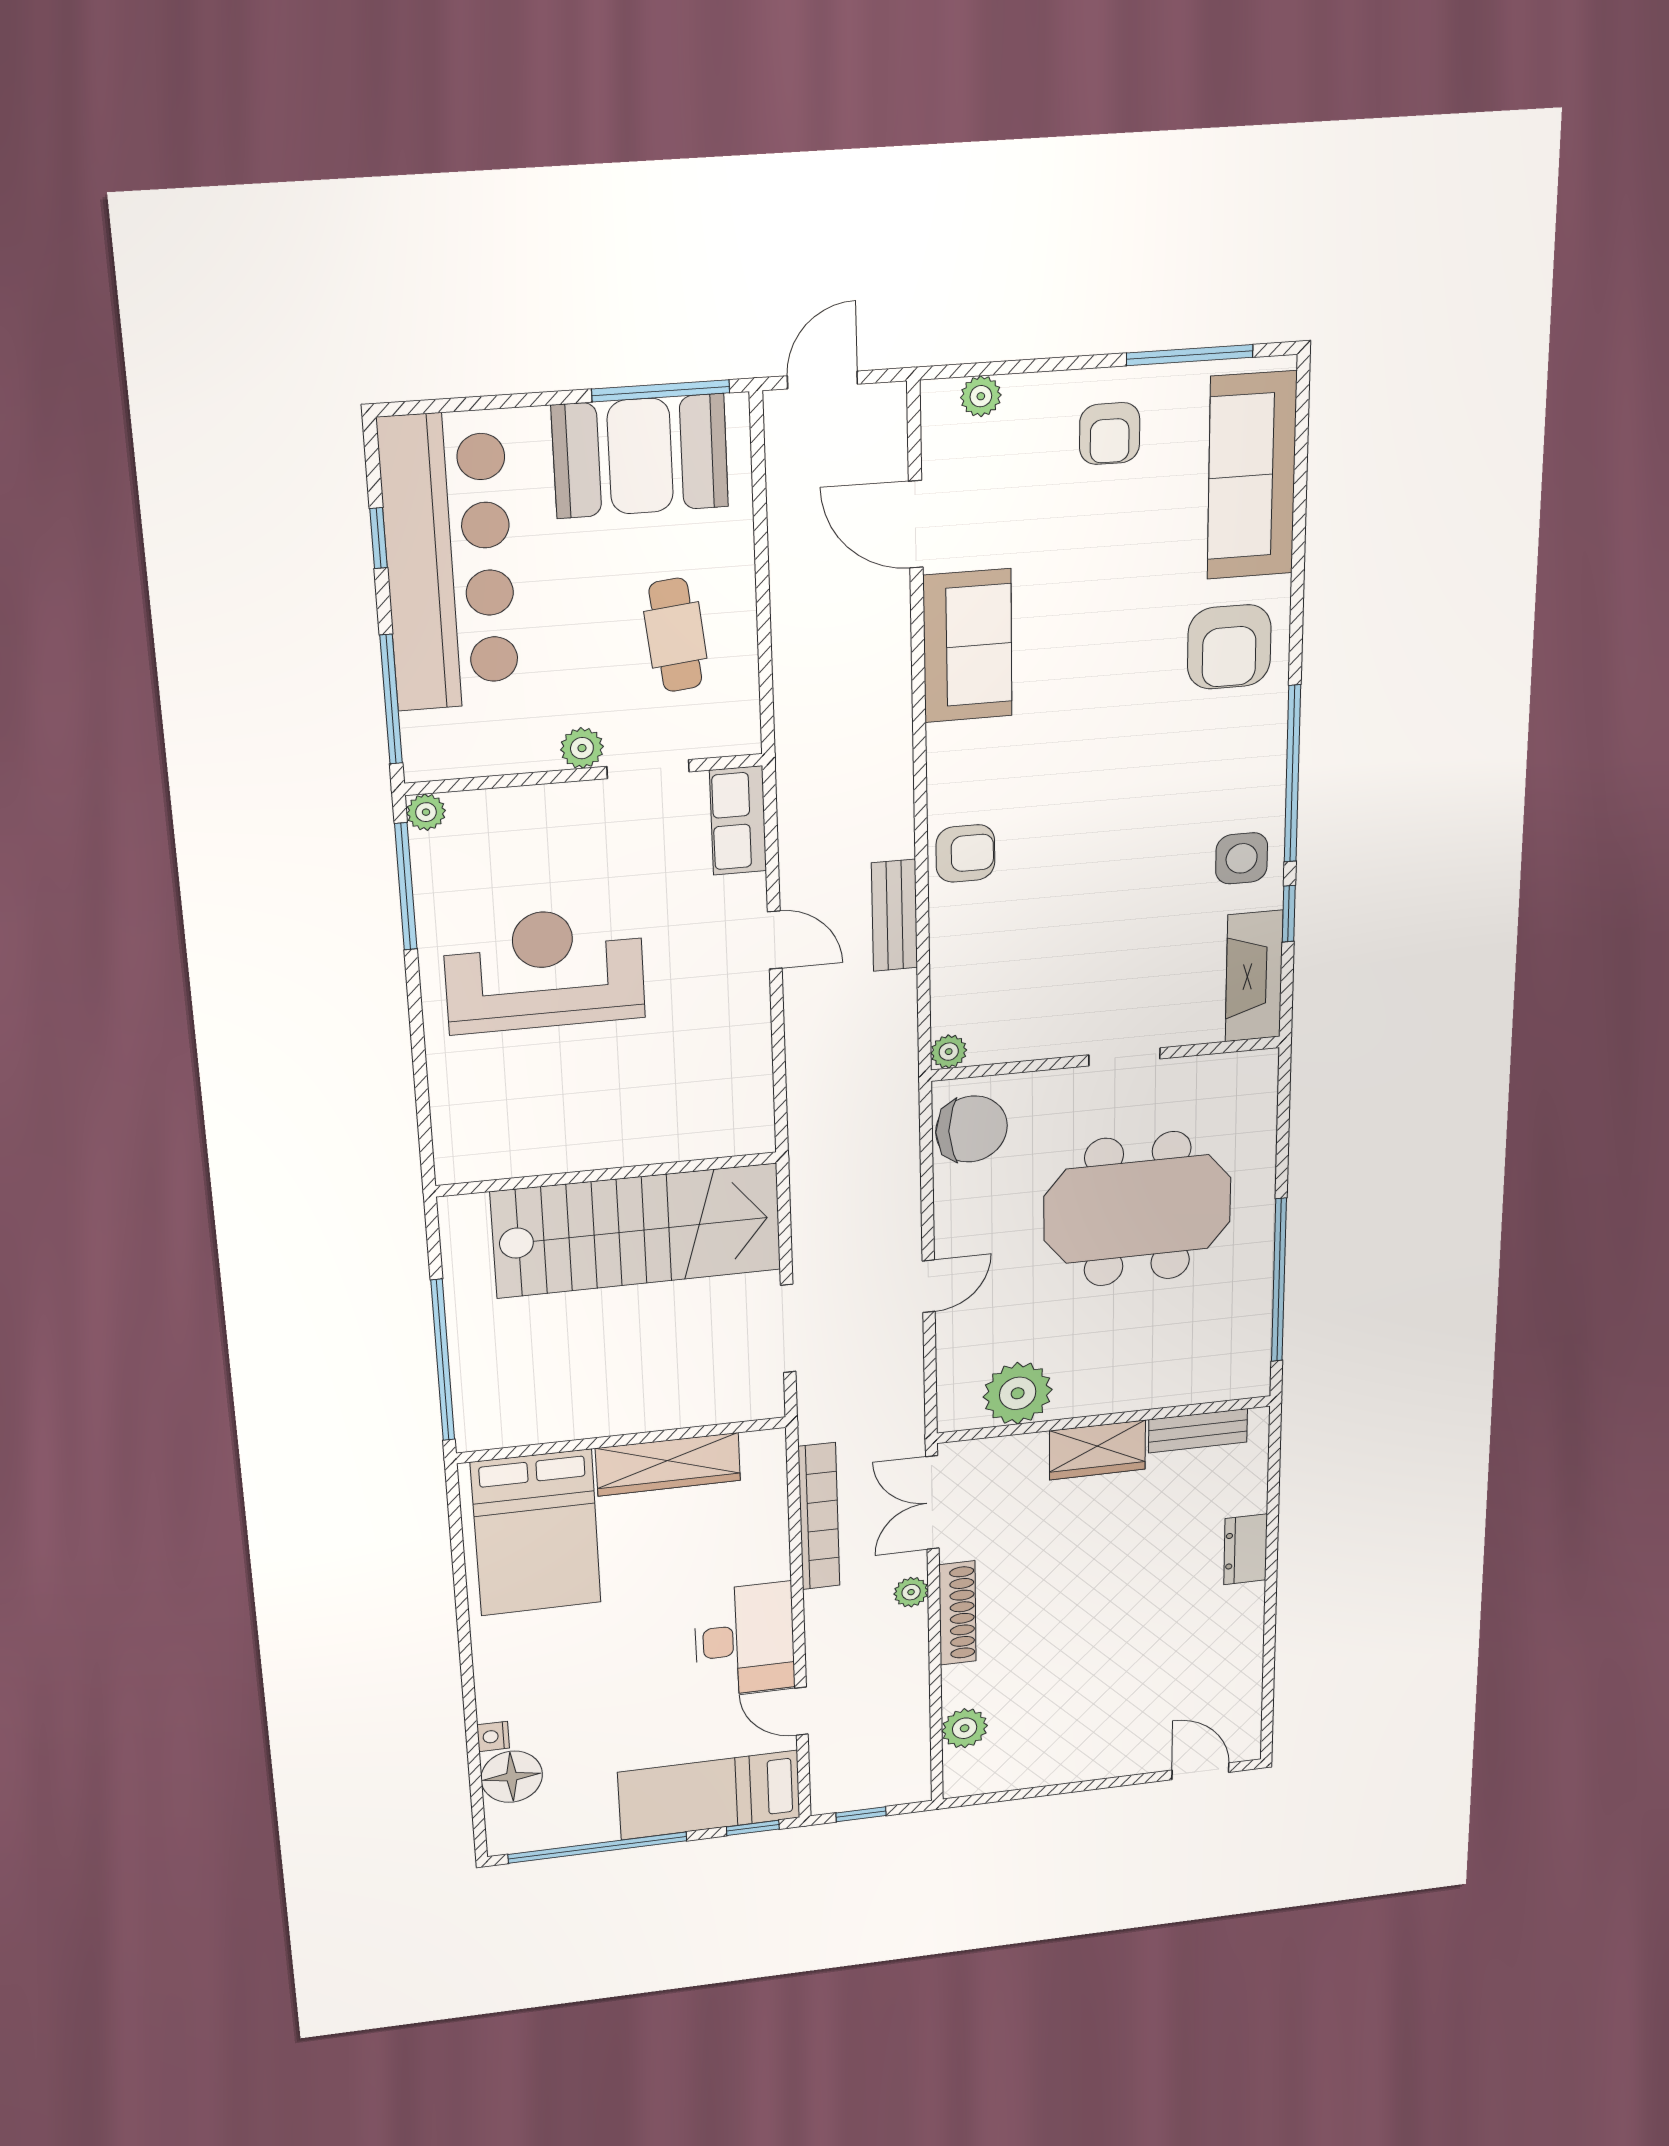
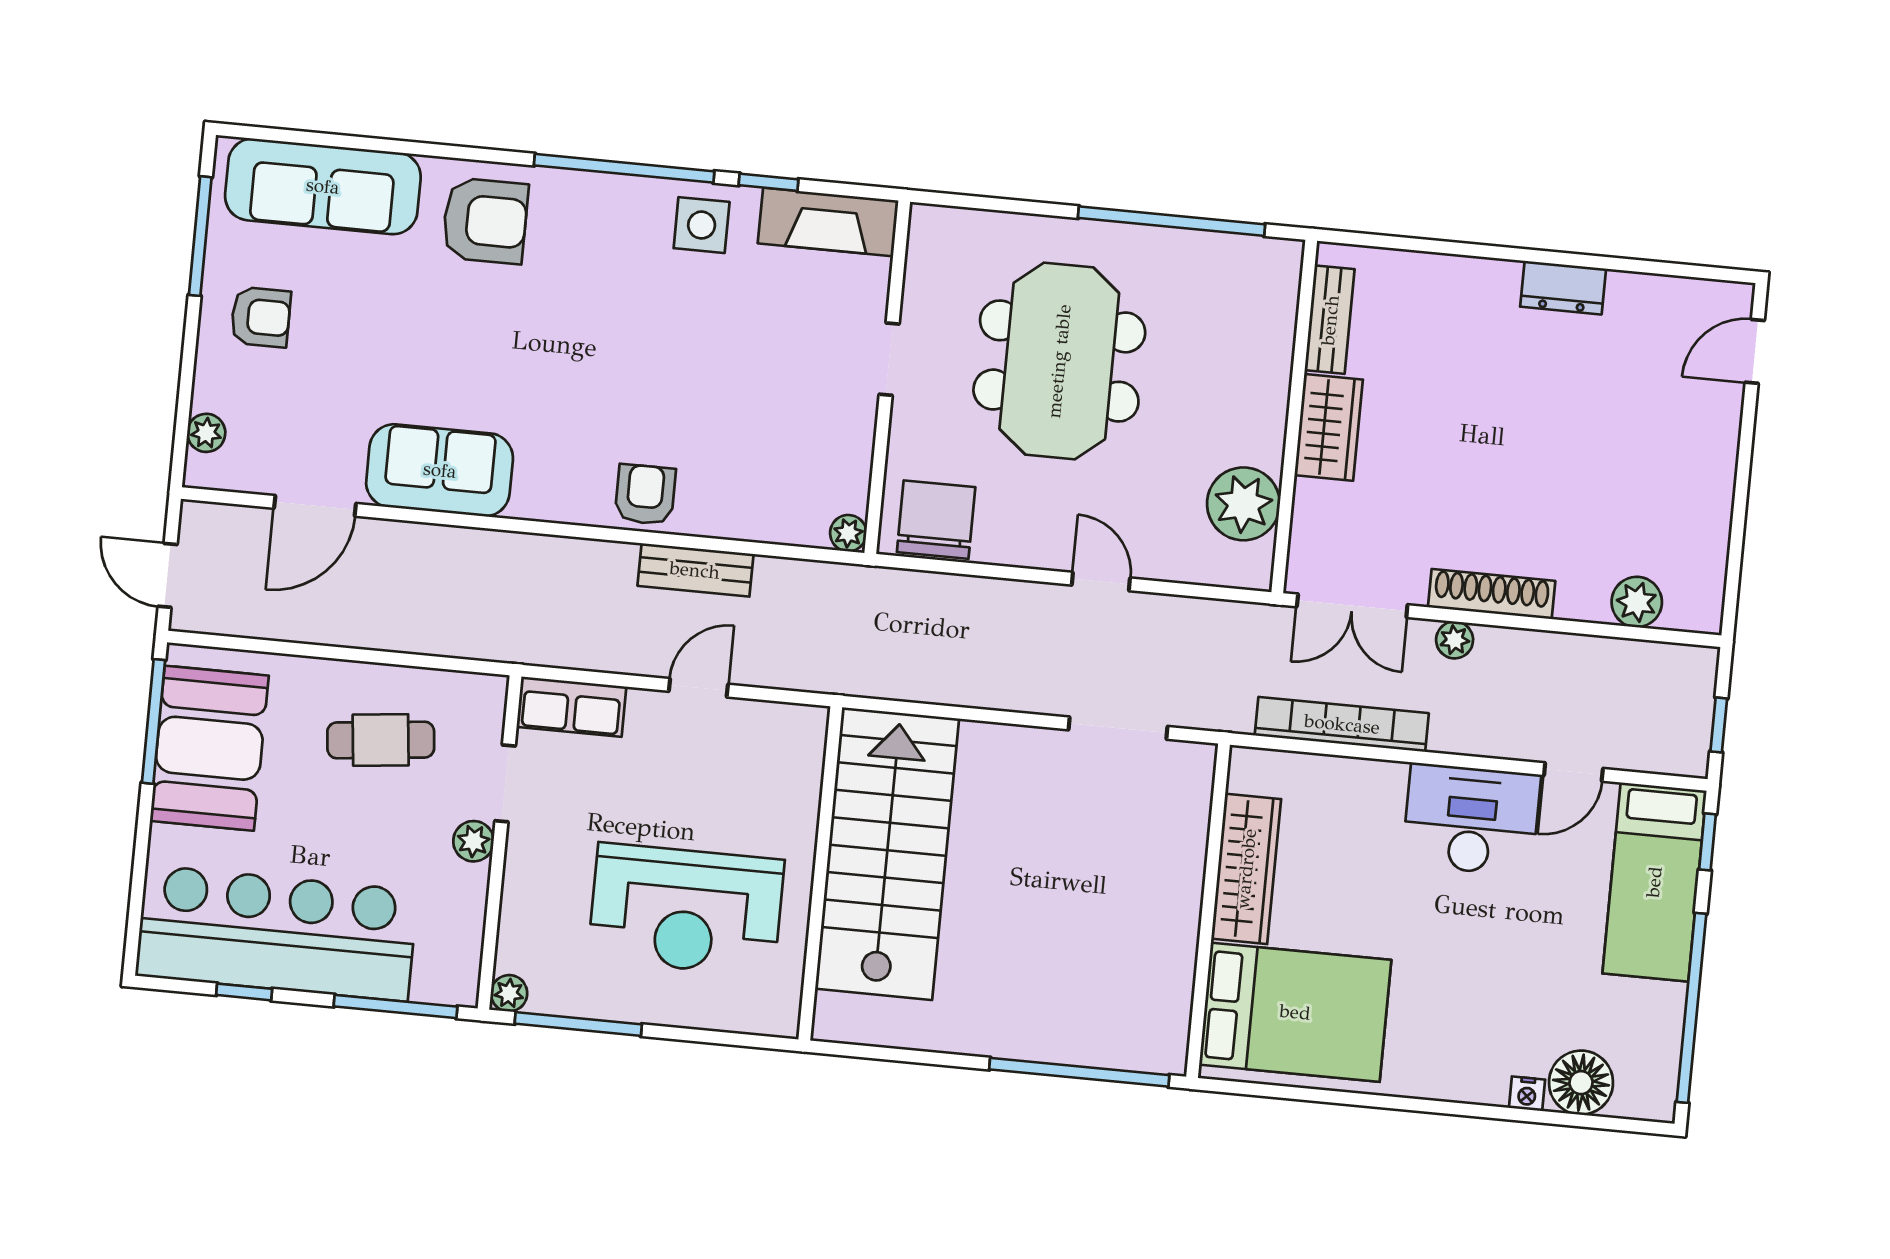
reception desk: (544, 970) -> (686, 910), turned -90
wall: (607, 1174) -> (820, 873), moved
stairs: (637, 1231) -> (887, 854), moved
dresser: (1246, 1549) -> (1563, 288), moved

